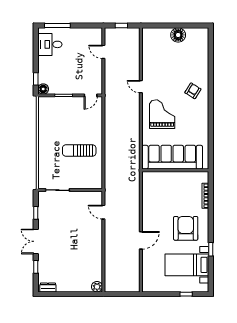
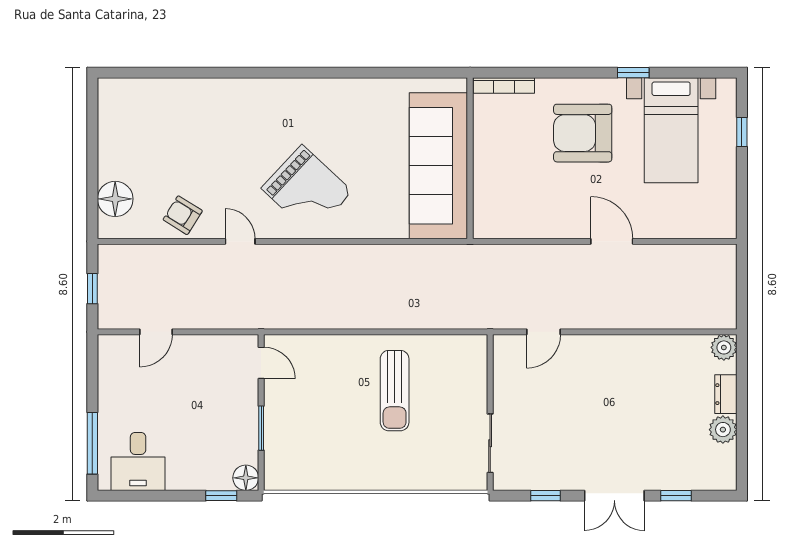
floor lamp: (178, 35) -> (115, 199), moved
door: (141, 87) -> (240, 241), swing flipped
armchair: (193, 91) -> (183, 215), moved
grand piano: (162, 114) -> (307, 190), turned -137
sofa: (172, 157) -> (438, 166), moved
wall: (175, 170) -> (470, 158), moved
plant: (63, 286) -> (723, 430), added
dresser: (48, 288) -> (726, 394), moved

